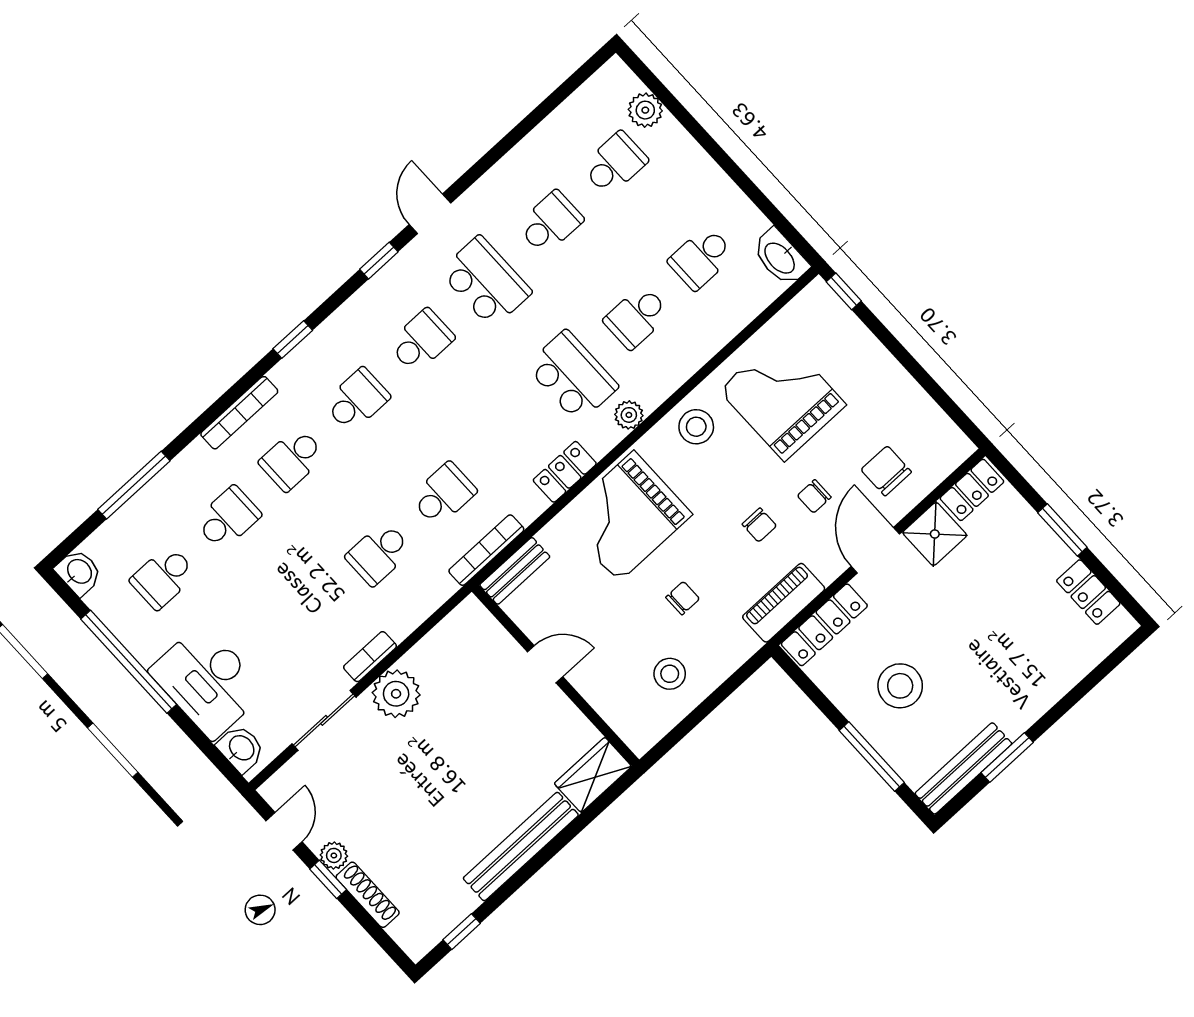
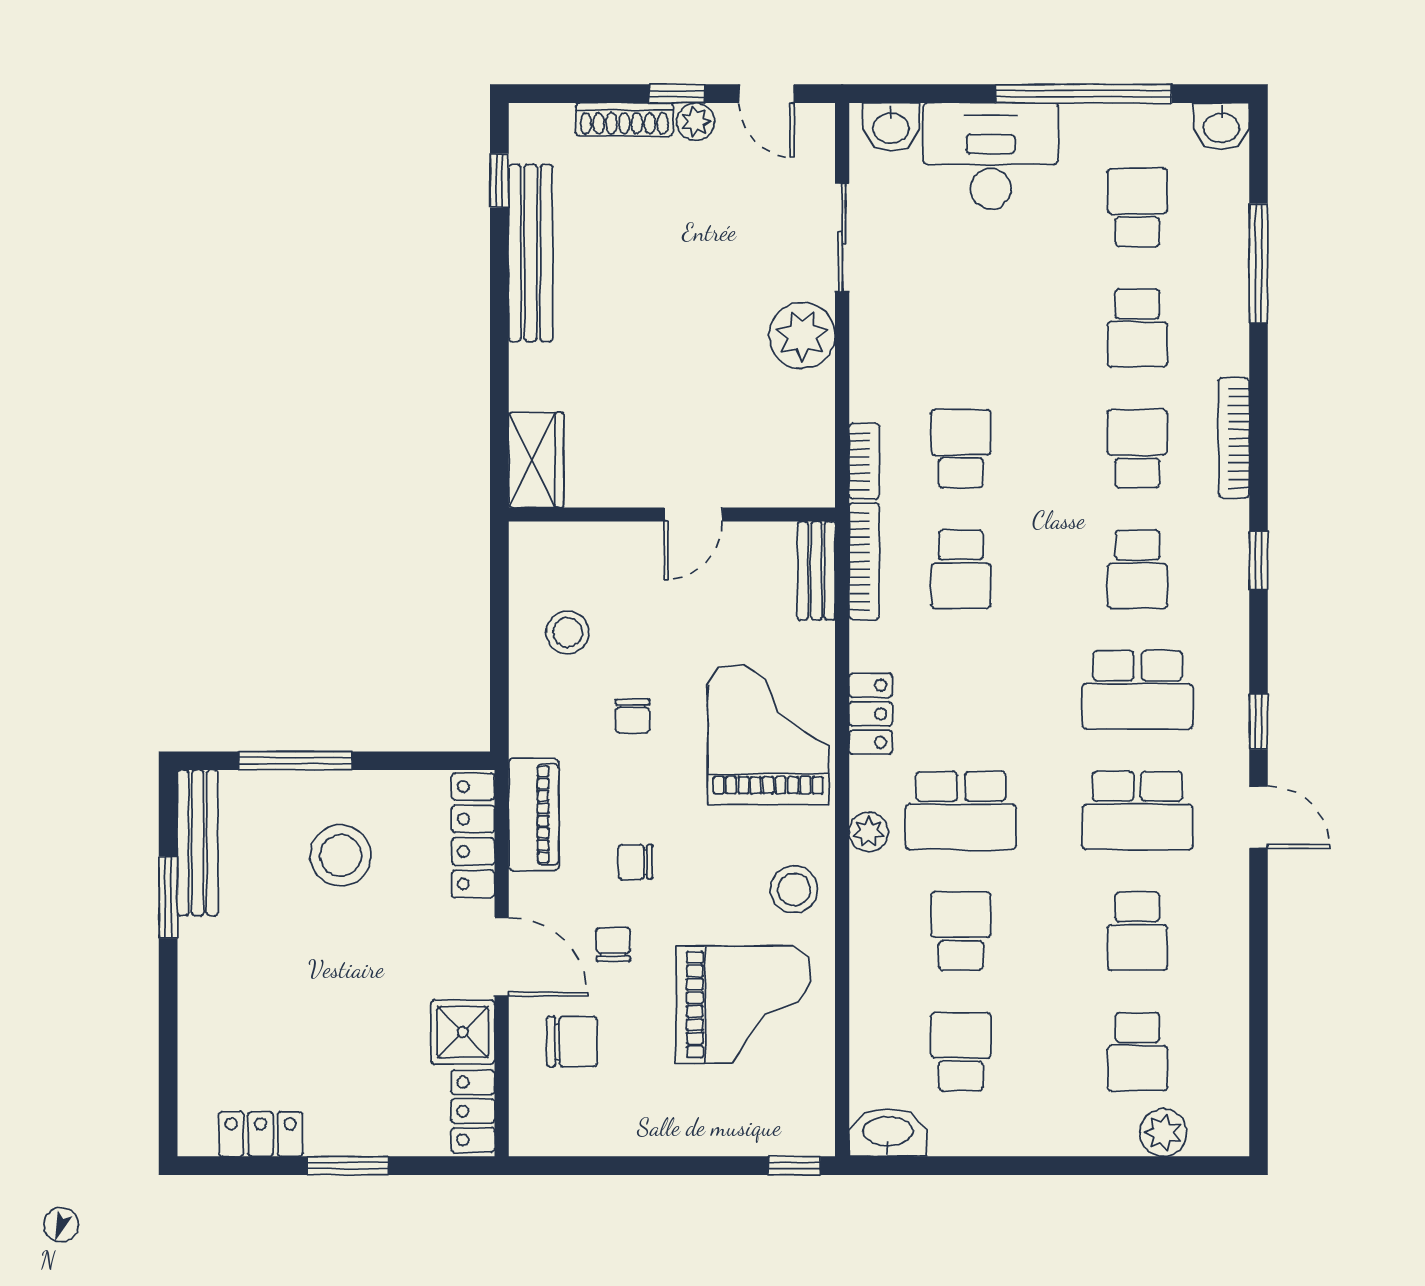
school desk: (421, 341) -> (1137, 690), width x1.85
bookcase: (370, 657) -> (864, 461), moved
bench: (521, 847) -> (531, 253), moved

